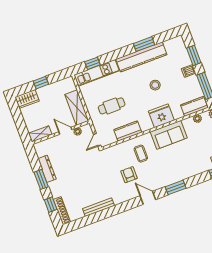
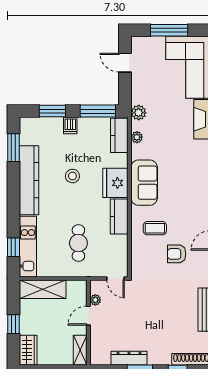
window: (144, 44) -> (13, 148), moved
shelving: (77, 108) -> (43, 289), moved
kitchen counter: (128, 131) -> (119, 217), moved

